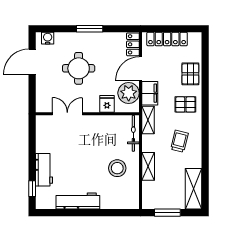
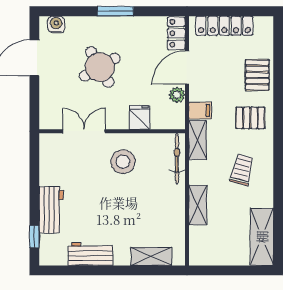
round table: (79, 68) -> (100, 67), turned -30
plant: (129, 93) -> (177, 95), width x0.53, depth x0.53
filing cabinet: (150, 93) -> (200, 110), width x0.50
stool: (117, 168) -> (123, 162), moved
workbench: (78, 201) -> (90, 254), width x0.73
shelving: (115, 203) -> (151, 256), added
window: (167, 213) -> (225, 270), removed

